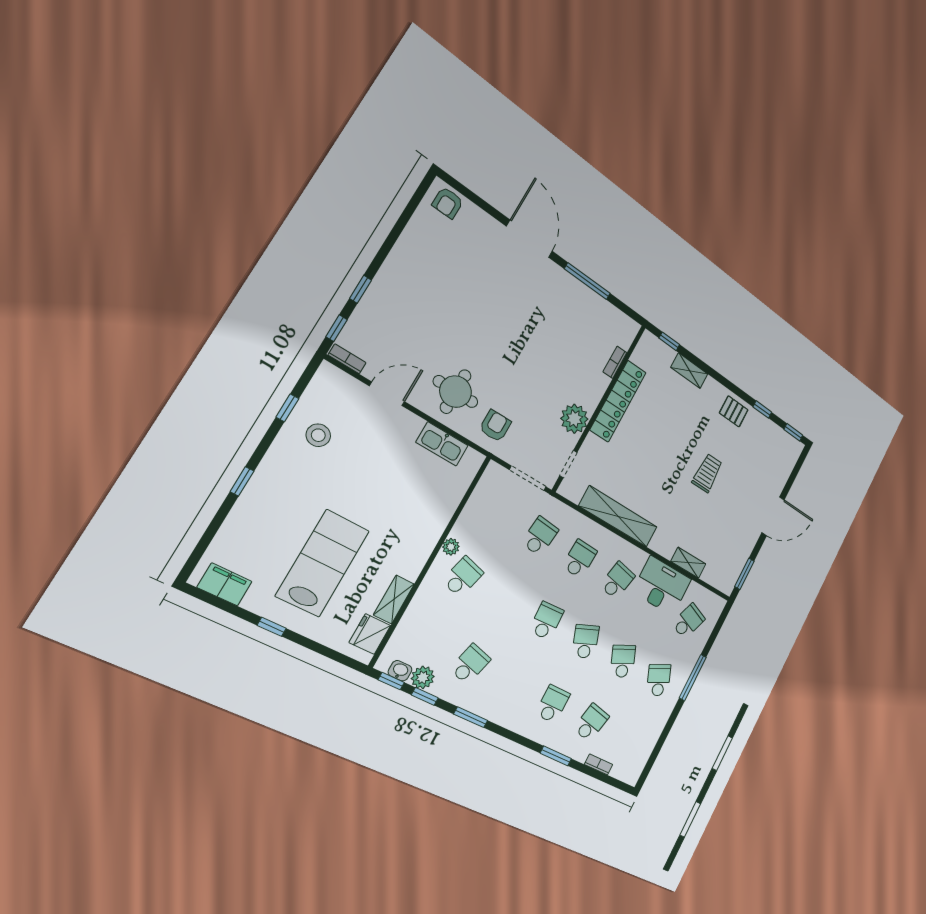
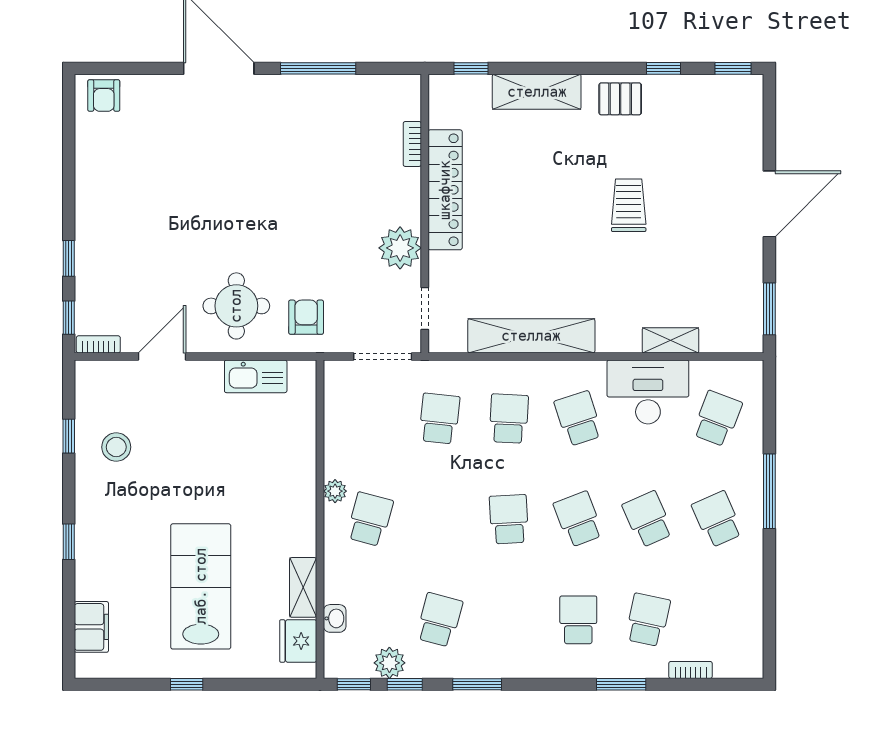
shelving: (689, 371) -> (537, 92), width x1.50, depth x1.33
school desk: (617, 581) -> (578, 419), turned -30
filing cabinet: (225, 584) -> (91, 627), moved, turned 90
washbasin: (400, 671) -> (335, 618), moved, turned 90

